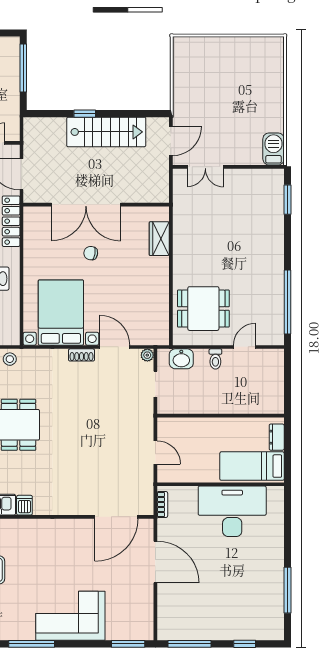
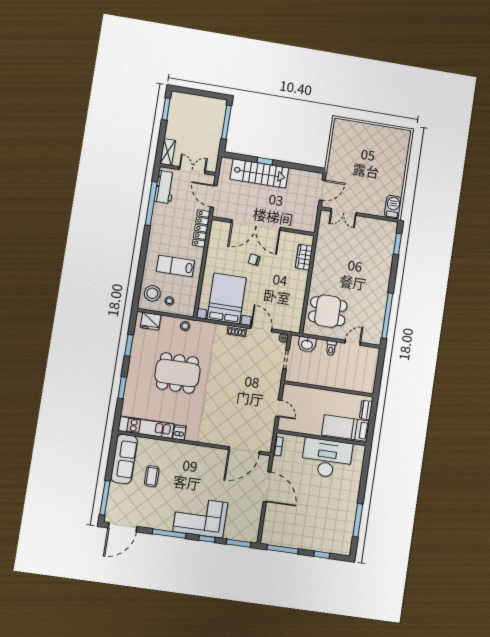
stairs: (106, 132) -> (259, 173), moved
window: (84, 644) -> (207, 539), added

